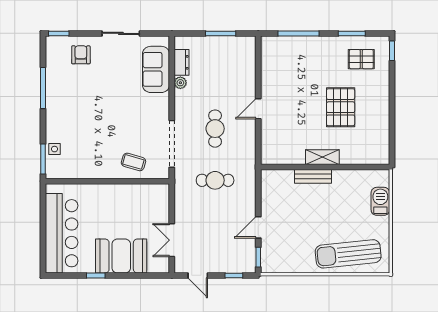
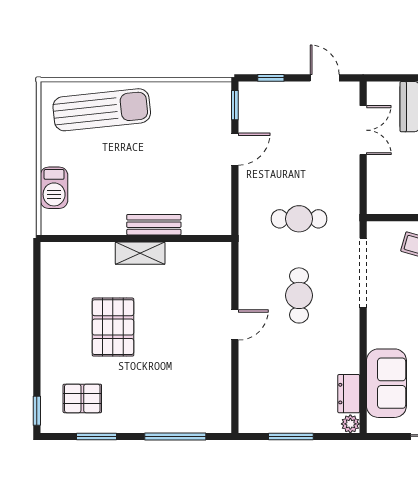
plant: (180, 83) -> (350, 424), moved

